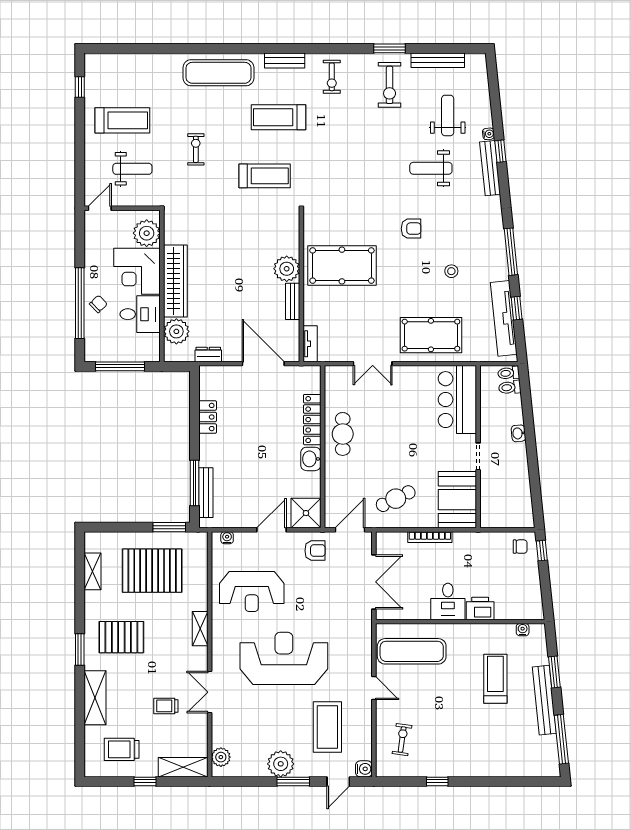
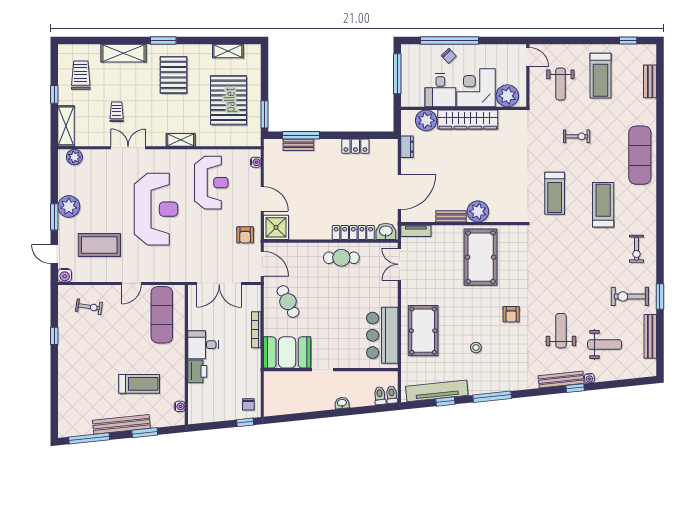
bench: (285, 60) -> (650, 81), moved
exercise bike: (332, 77) -> (637, 249), turned -90
double door: (373, 364) -> (399, 264), moved
bar counter: (457, 400) -> (382, 335), moved, turned -90
washbasin: (311, 459) -> (386, 231), moved
bench: (206, 493) -> (298, 145), width x0.73
reception desk: (252, 592) -> (211, 183), turned 180

